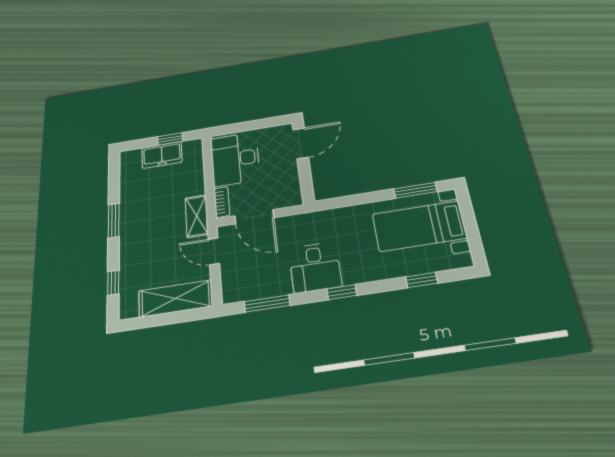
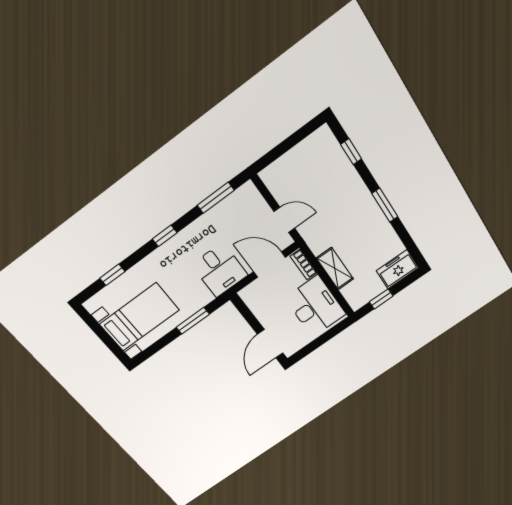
freezer: (162, 155) -> (397, 269), moved
window: (415, 190) -> (193, 321), moved
shelving: (197, 216) -> (335, 269), moved
desk: (315, 267) -> (220, 270), moved, turned 180
shelving: (175, 299) -> (291, 165), removed

